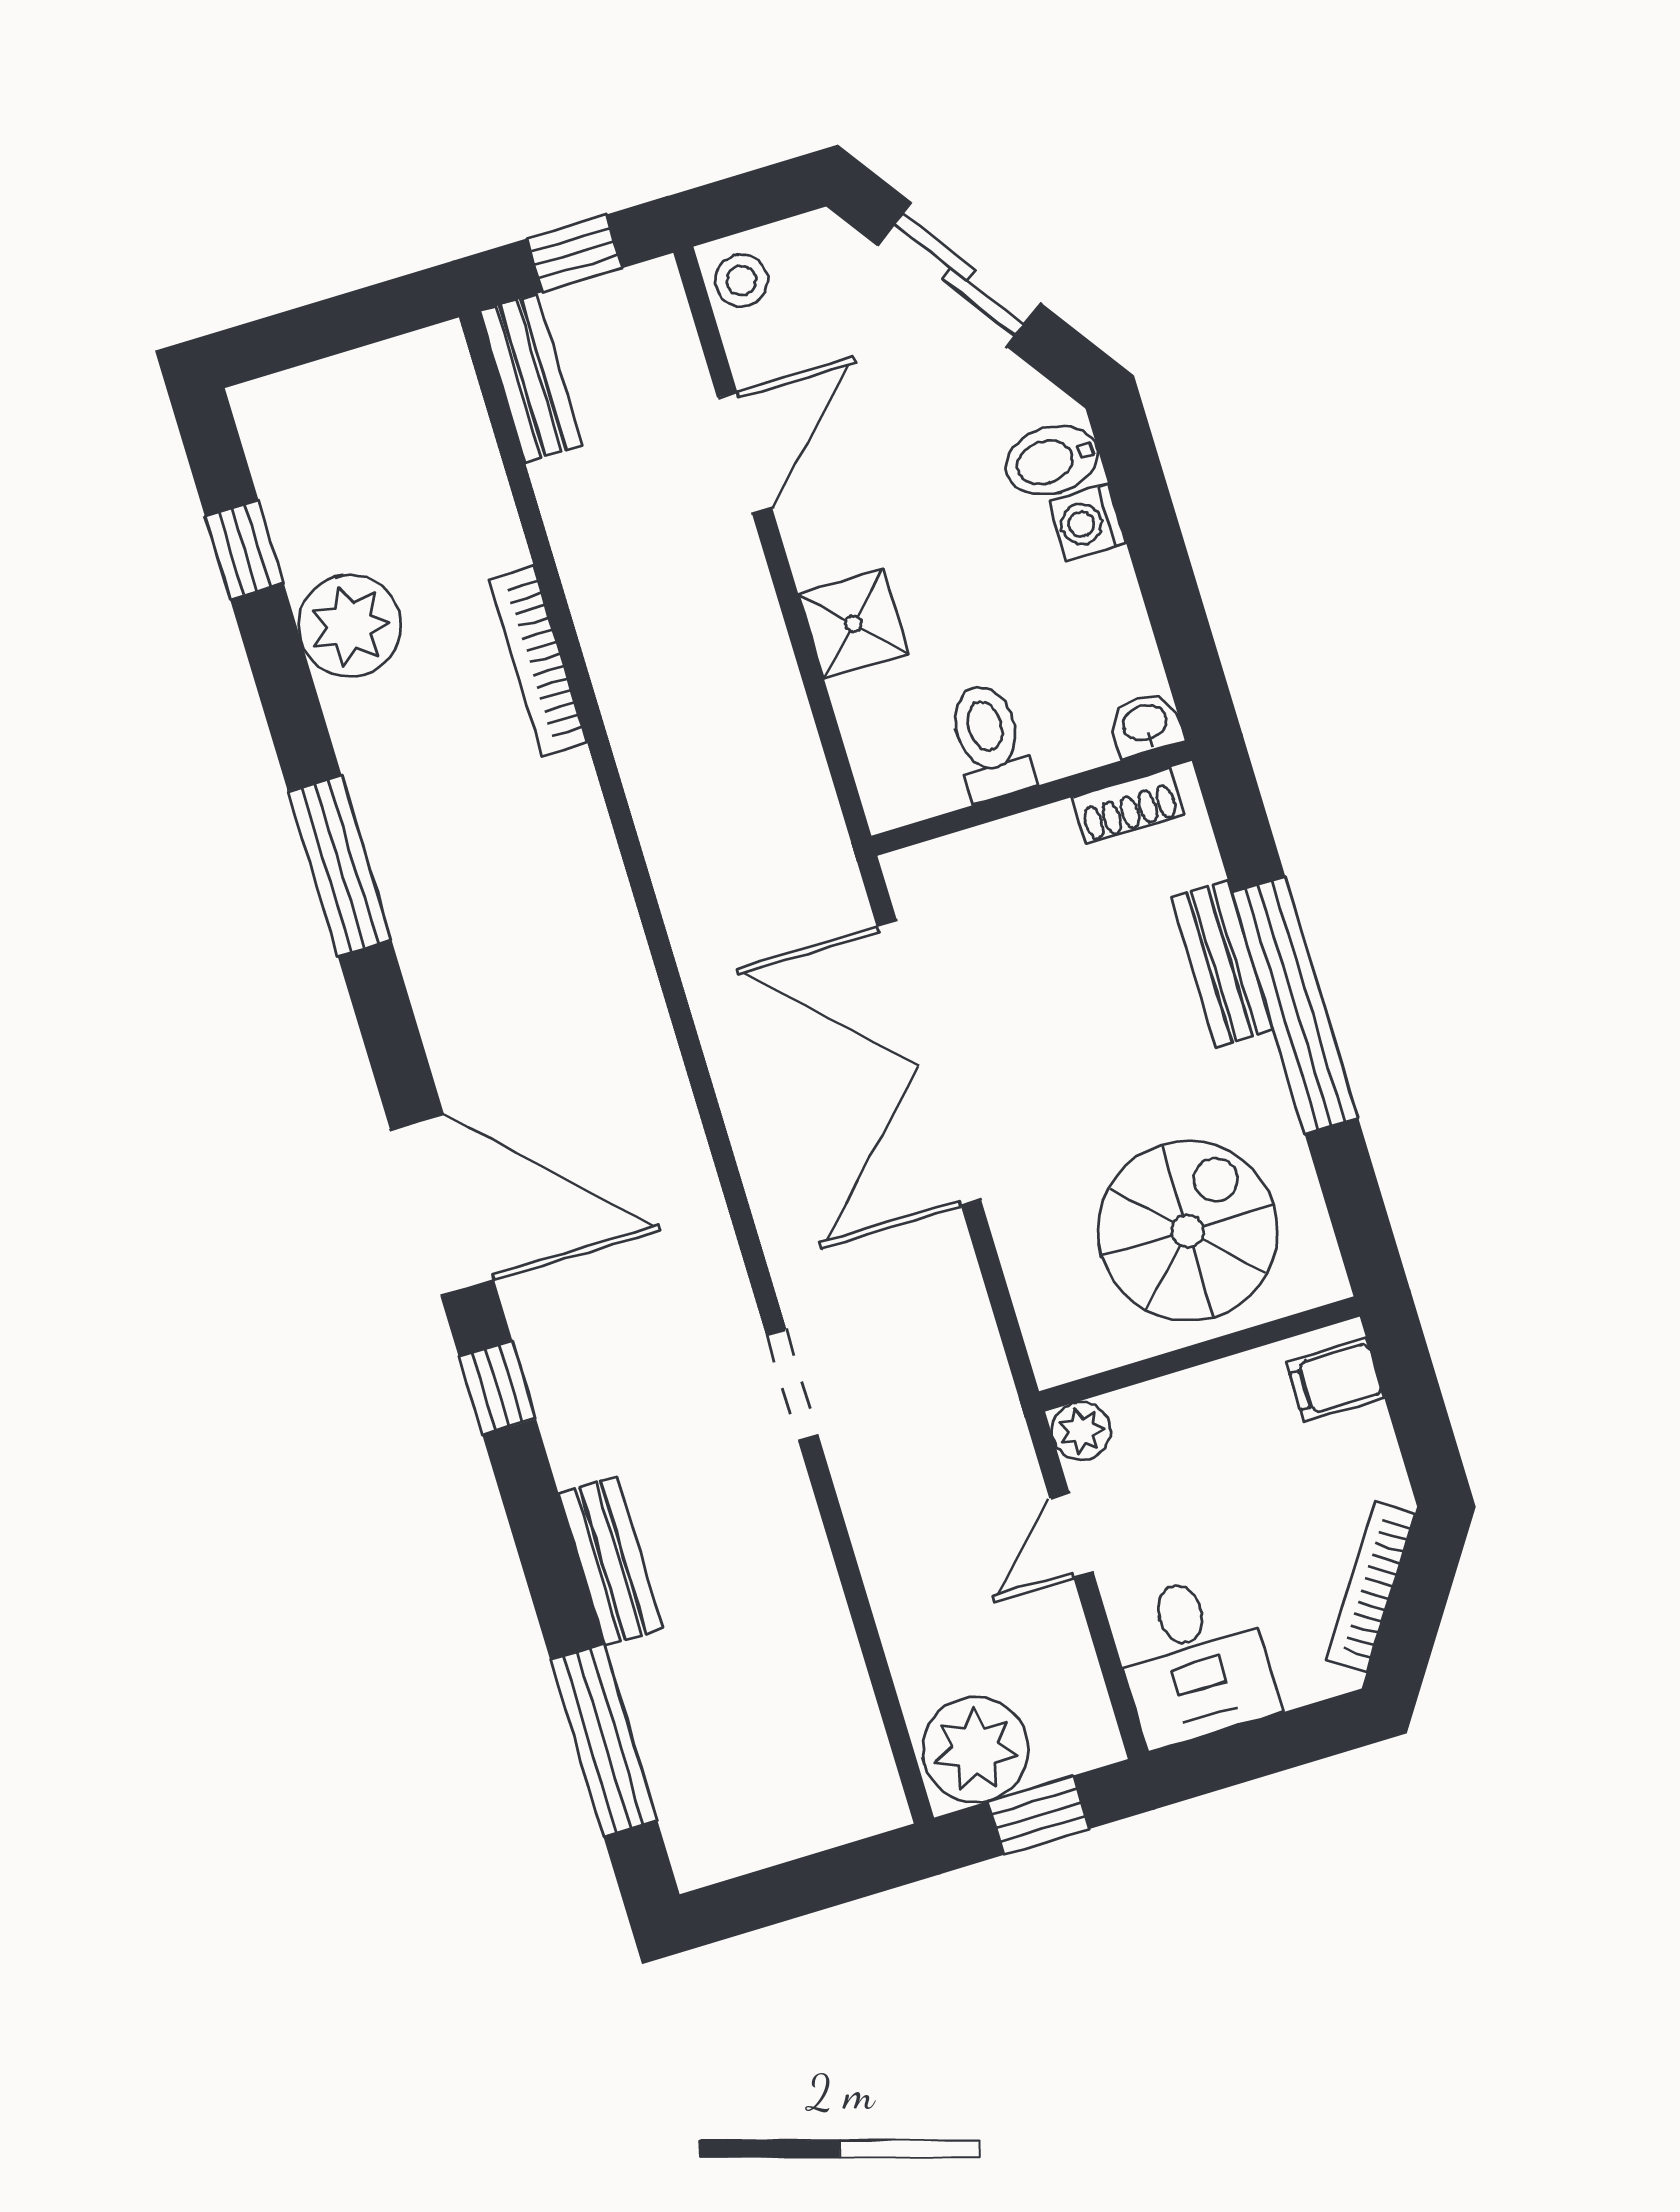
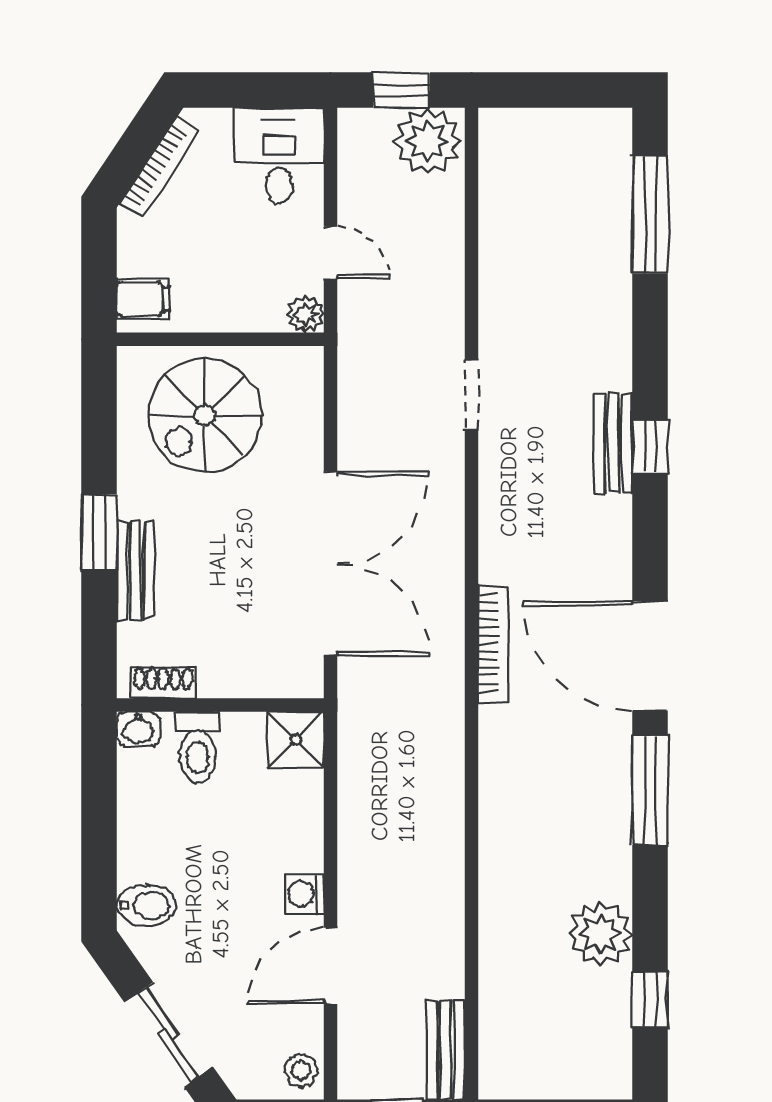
washing machine: (1087, 522) -> (304, 894), moved, turned 180
shower: (854, 624) -> (296, 740), moved
bookcase: (538, 661) -> (493, 644), moved
toilet: (989, 741) -> (198, 747), moved
window: (1295, 1005) -> (99, 532), width x0.47
door: (442, 1205) -> (650, 656), moved
door: (1071, 1535) -> (330, 253), hinge flipped
bench: (611, 1561) -> (613, 443), moved

